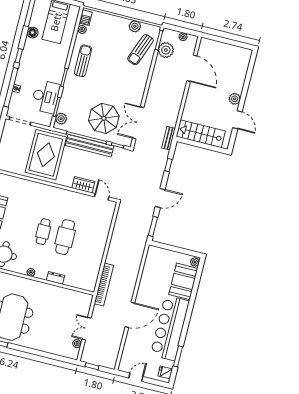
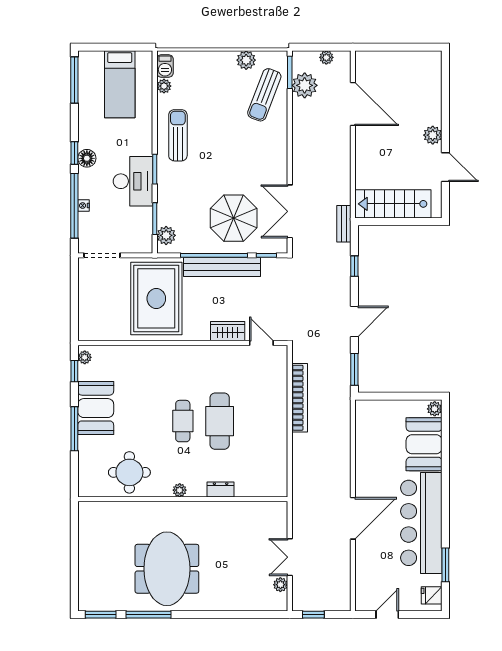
floor lamp: (32, 33) -> (87, 158), moved
desk: (46, 97) -> (133, 181), moved
bookcase: (104, 285) -> (300, 398), moved

